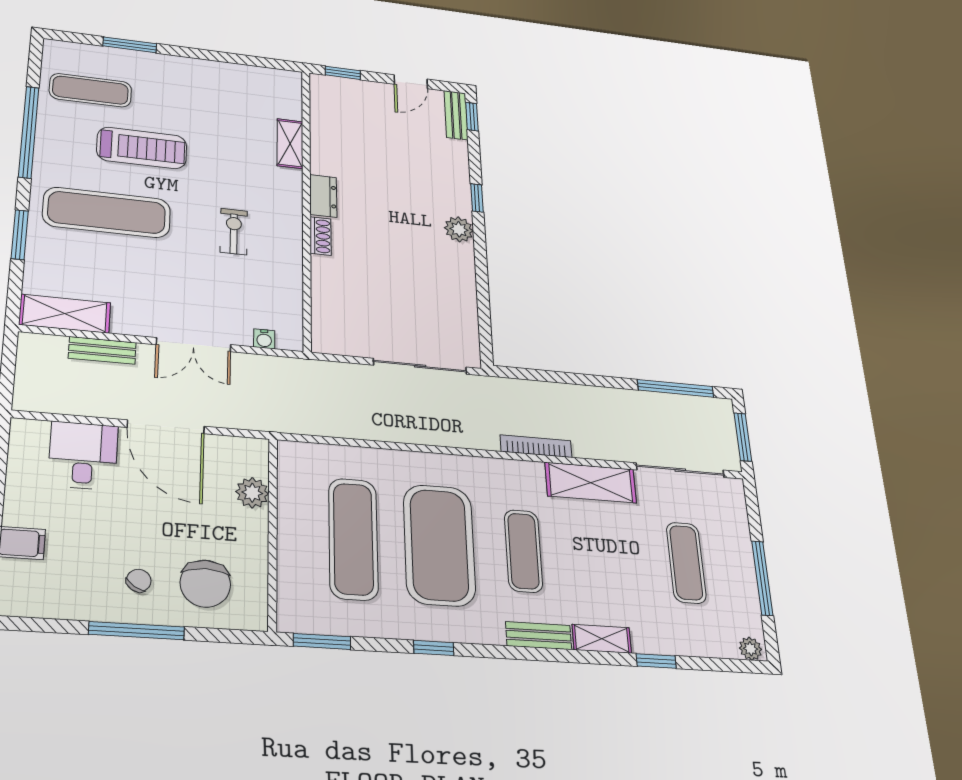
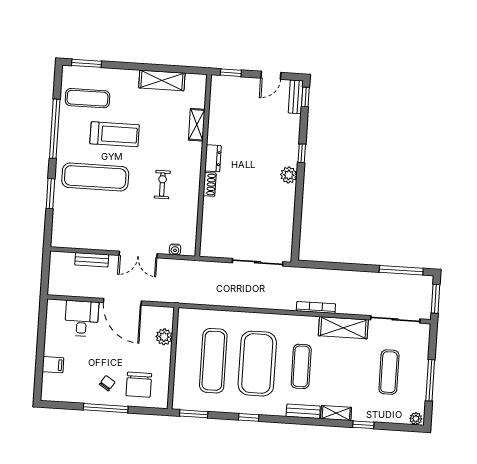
window: (130, 45) -> (87, 63), moved
shelving: (65, 314) -> (162, 80), moved

